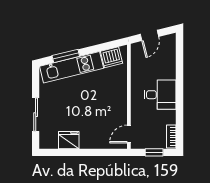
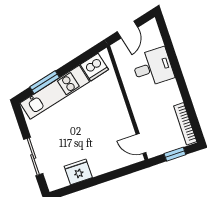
desk: (160, 95) -> (153, 67), moved
door: (129, 134) -> (141, 144), hinge flipped
bookcase: (171, 136) -> (185, 124), width x1.56

